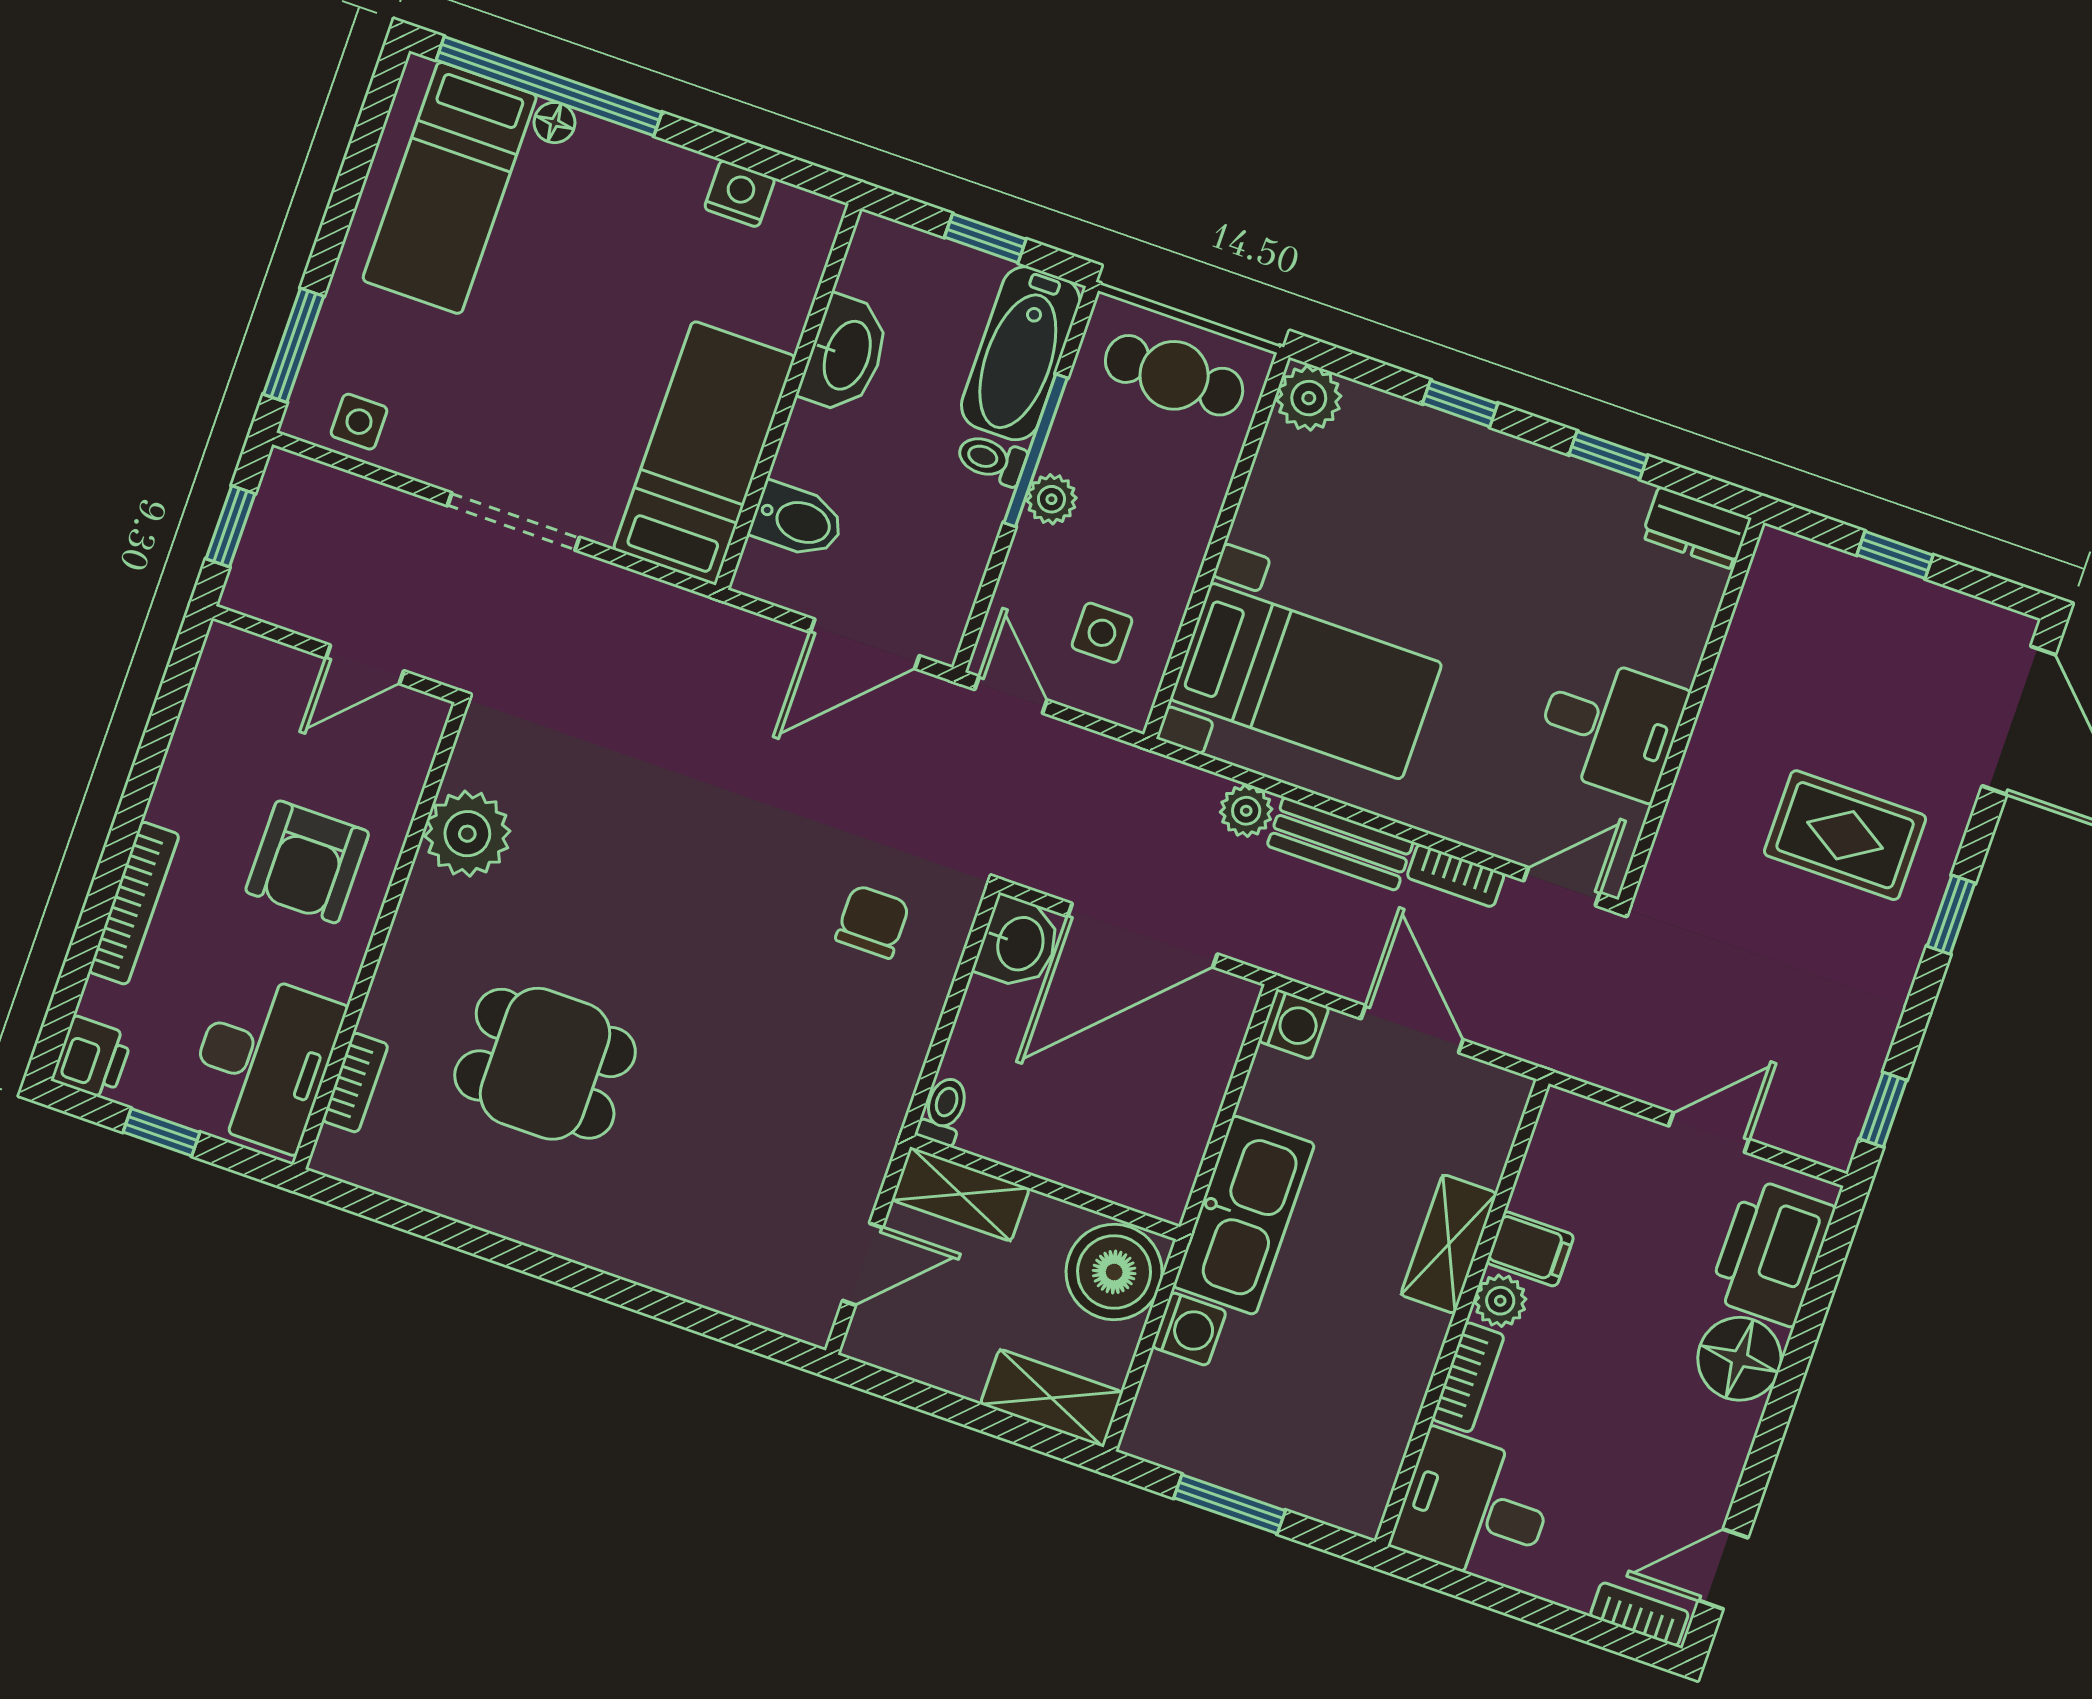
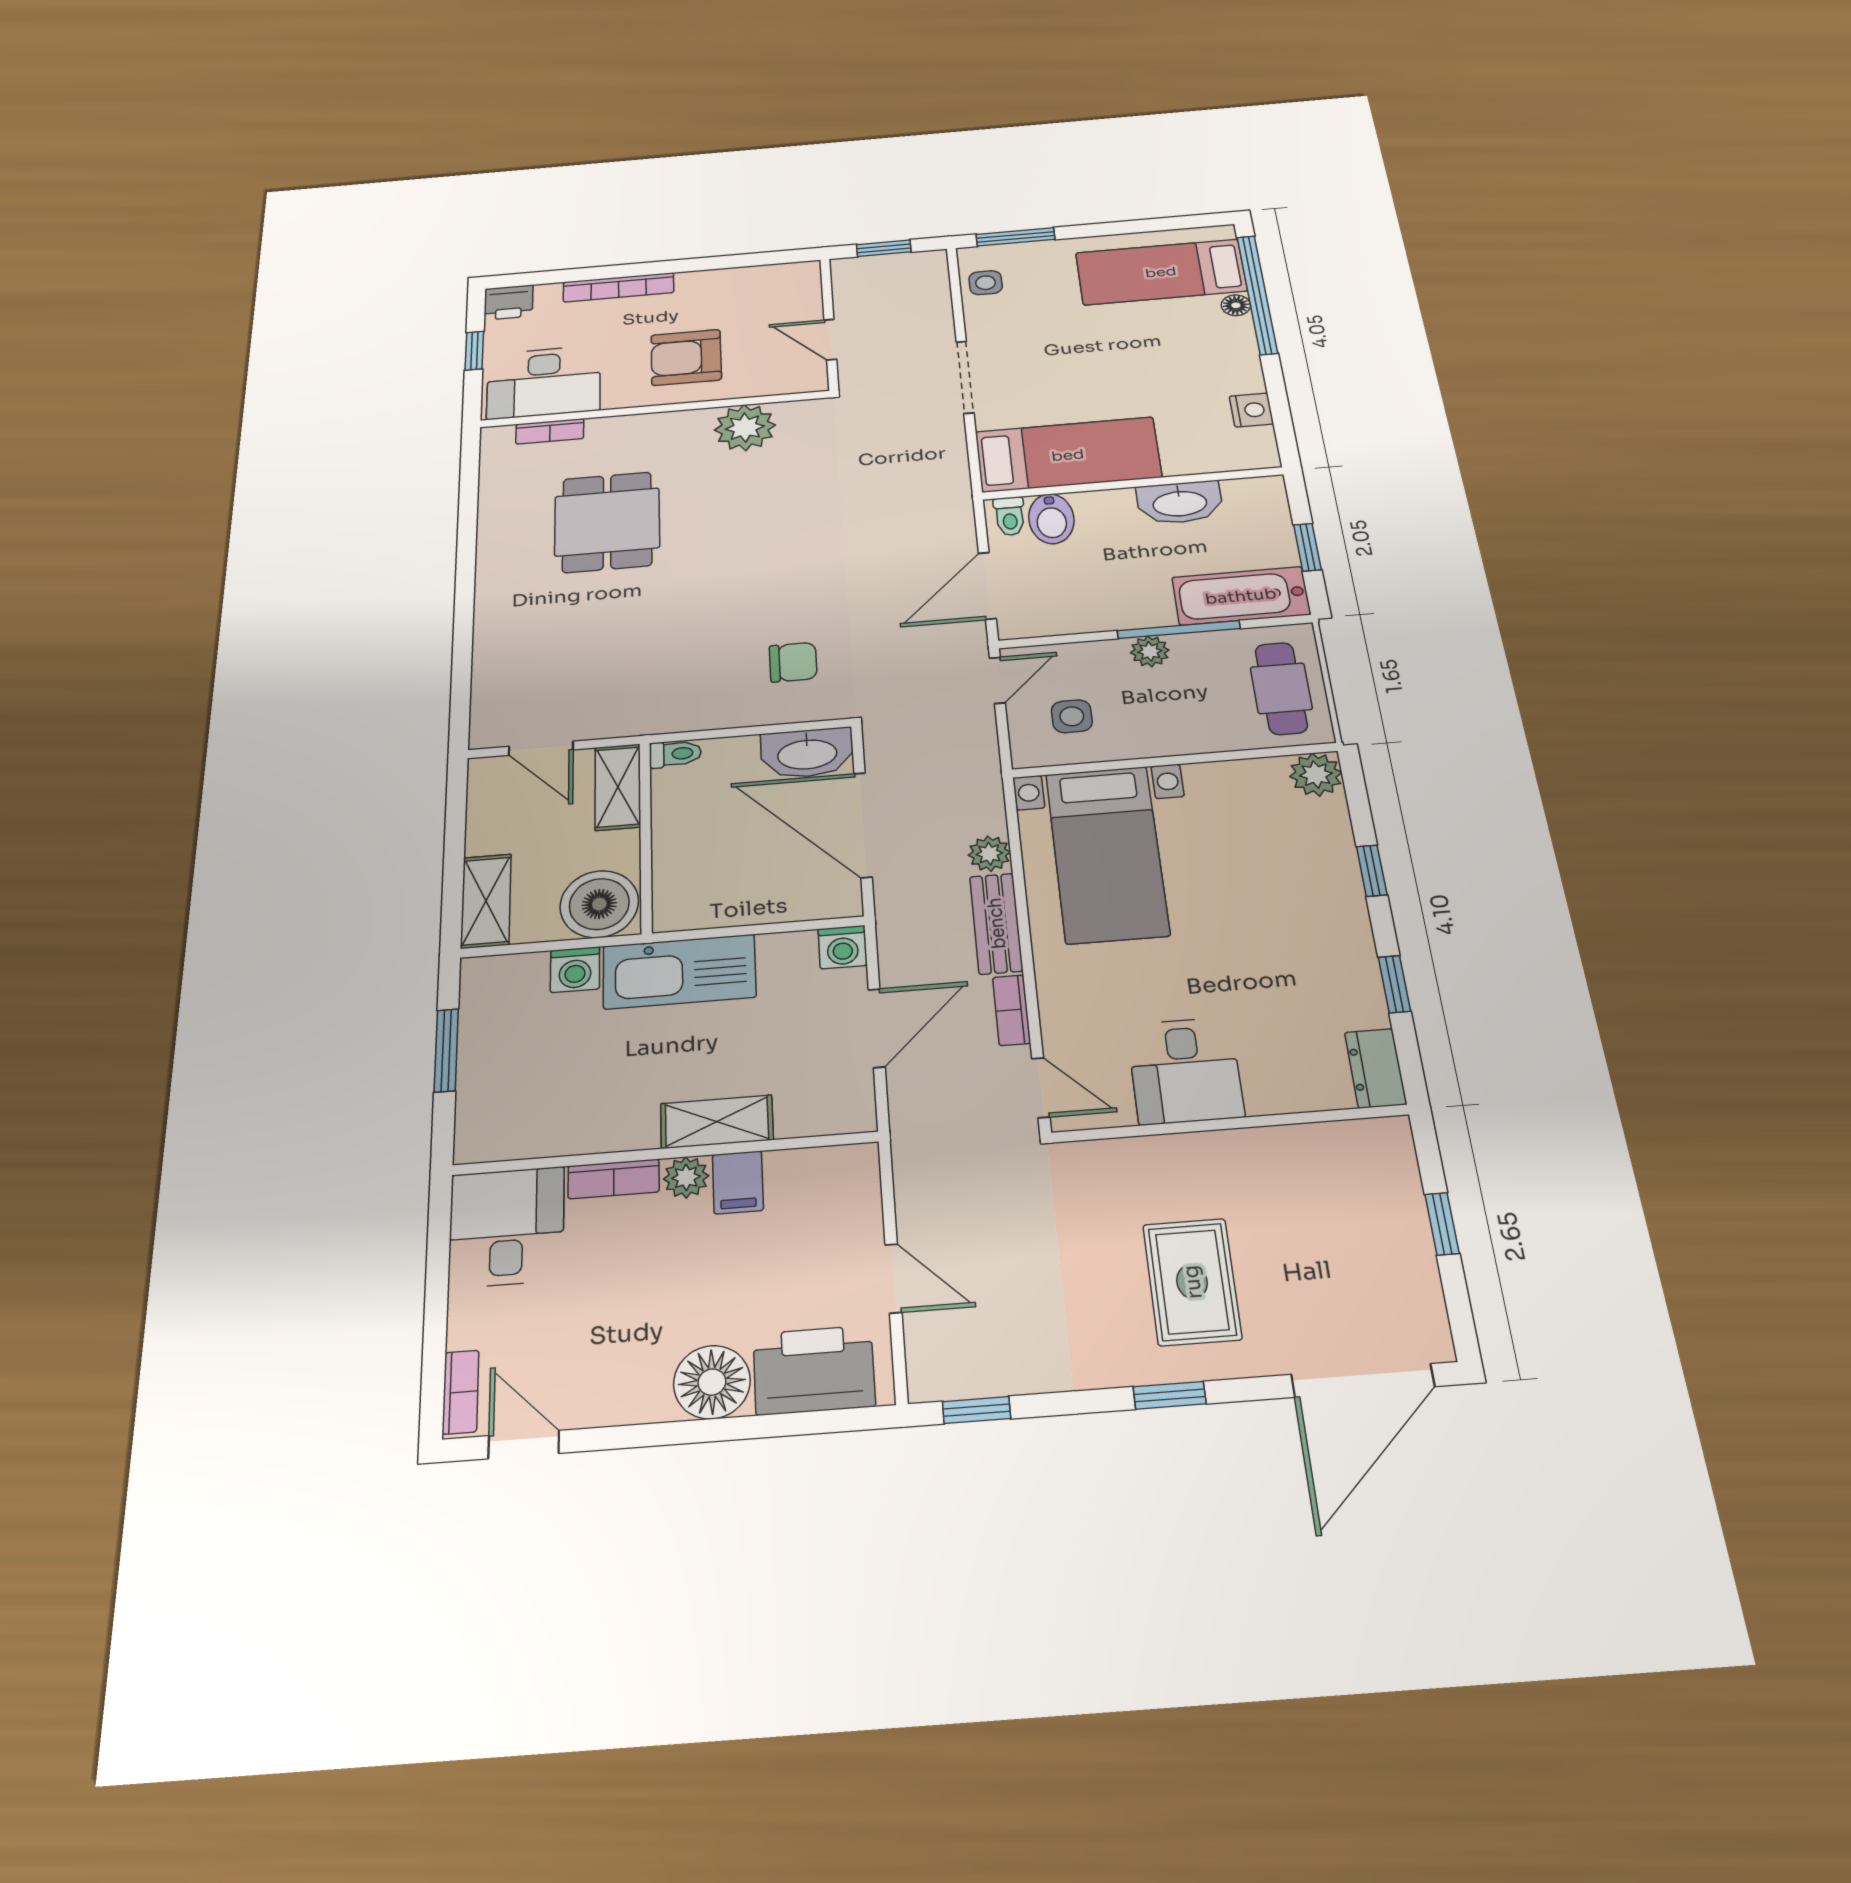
toilet: (991, 459) -> (1010, 516), moved, turned 180
door: (865, 644) -> (987, 586), hinge flipped
washbasin: (1018, 943) -> (807, 753), width x1.38

